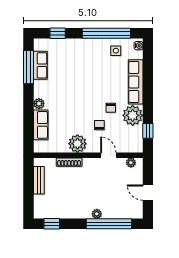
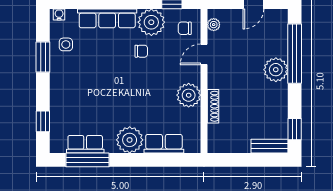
window: (106, 33) -> (43, 57), width x0.47
plant: (39, 104) -> (130, 140), width x1.87, depth x1.87
chair: (99, 125) -> (185, 28), moved
bench: (39, 180) -> (270, 146), moved
plant: (97, 214) -> (276, 70), width x1.87, depth x1.87

